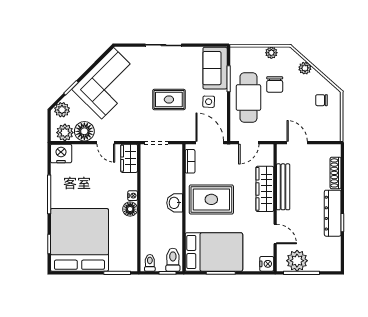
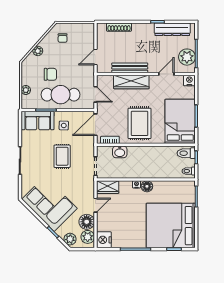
plant: (271, 53) -> (26, 90), moved
washbasin: (175, 203) -> (120, 152), moved
dresser: (333, 213) -> (172, 29), moved

